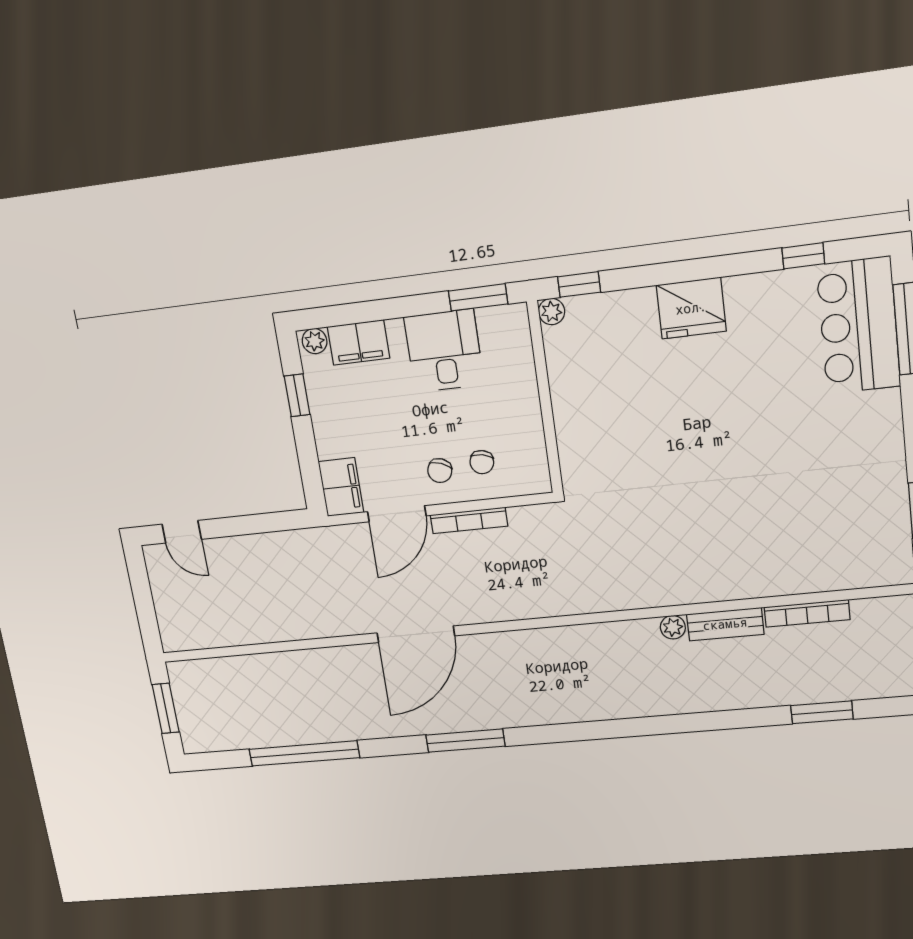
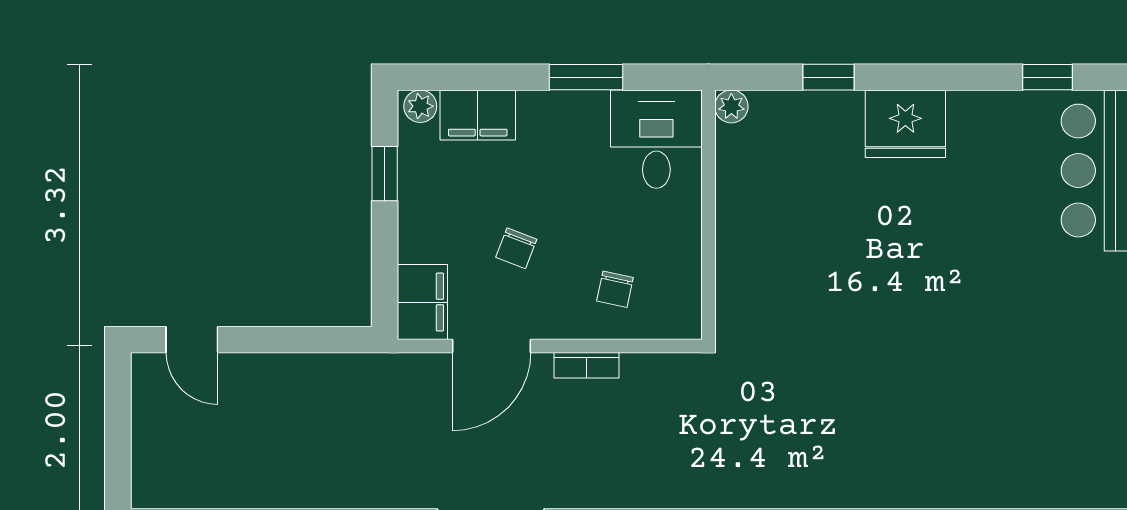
window: (579, 284) -> (829, 77), moved
window: (478, 297) -> (586, 77), moved
desk: (444, 351) -> (656, 139), moved
chair: (440, 471) -> (516, 248), moved
bookcase: (469, 520) -> (587, 365), width x0.64

